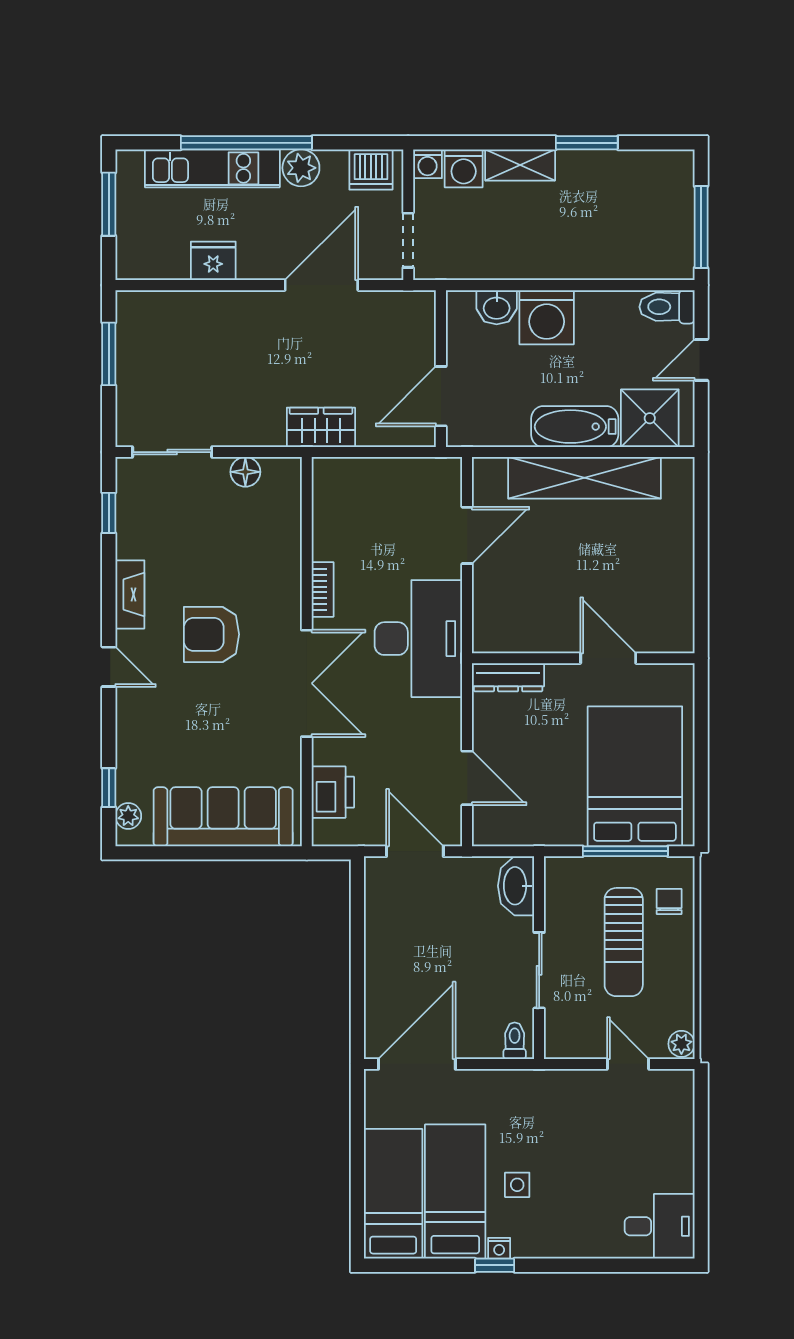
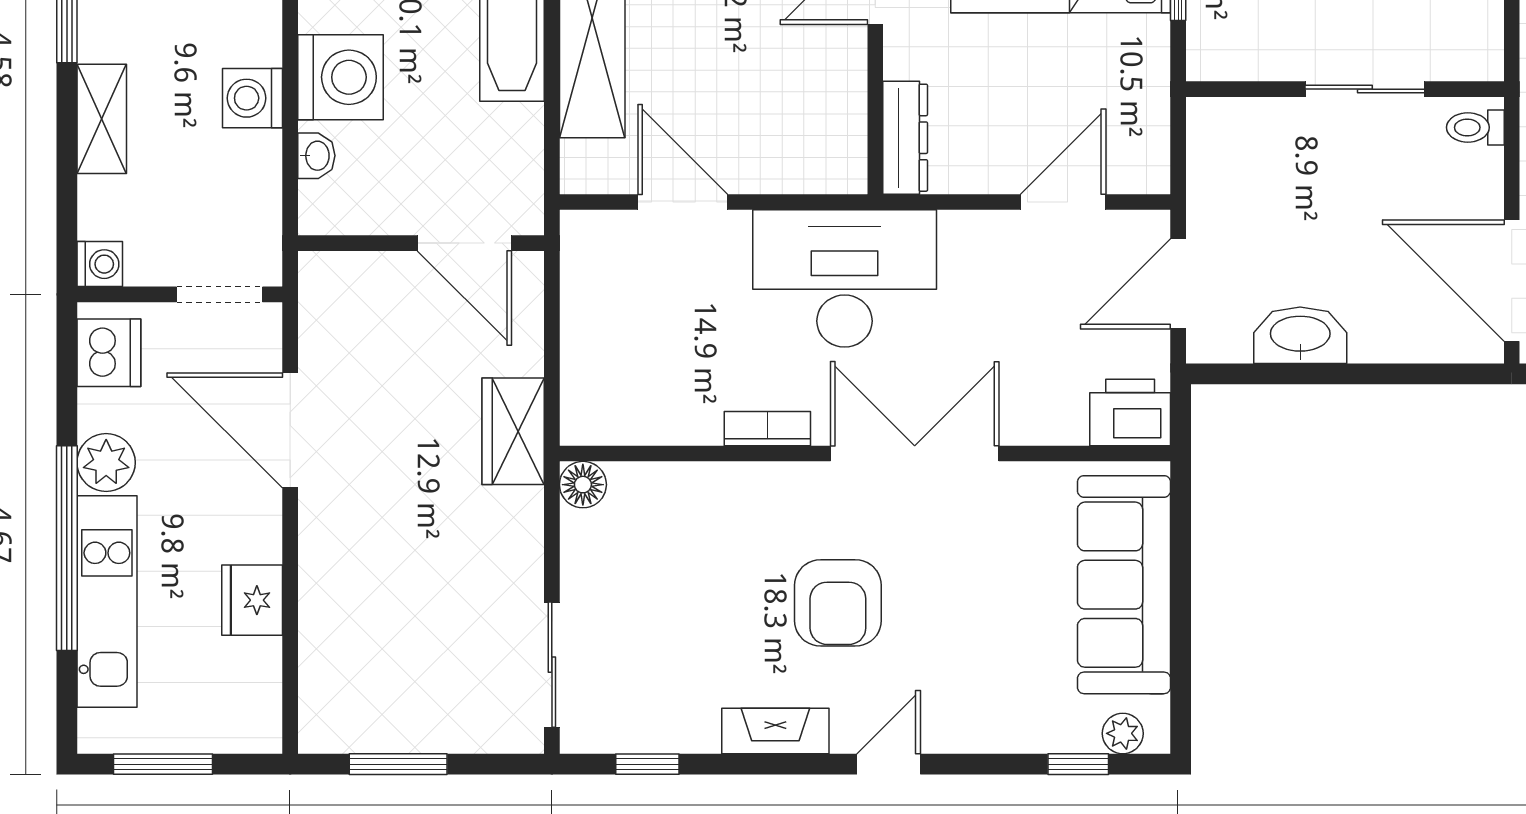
washing machine: (464, 168) -> (253, 98), moved, turned 180
washbasin: (497, 307) -> (316, 156), width x0.72, depth x0.69
floor lamp: (245, 472) -> (583, 485), moved
printer: (333, 792) -> (1130, 413), moved
washbasin: (516, 886) -> (1300, 335), moved, turned 180

